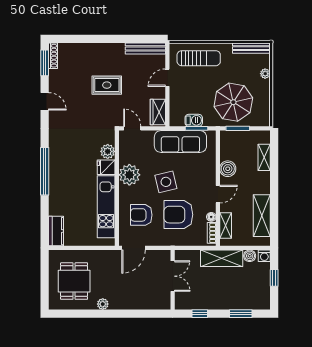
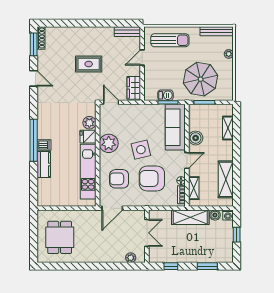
bench: (145, 48) -> (127, 32), width x0.73
sofa: (180, 142) -> (175, 127), moved, turned 90
dishwasher: (56, 177) -> (44, 145), added
kitchen counter: (56, 231) -> (44, 165), moved
plant: (103, 304) -> (131, 258), moved

